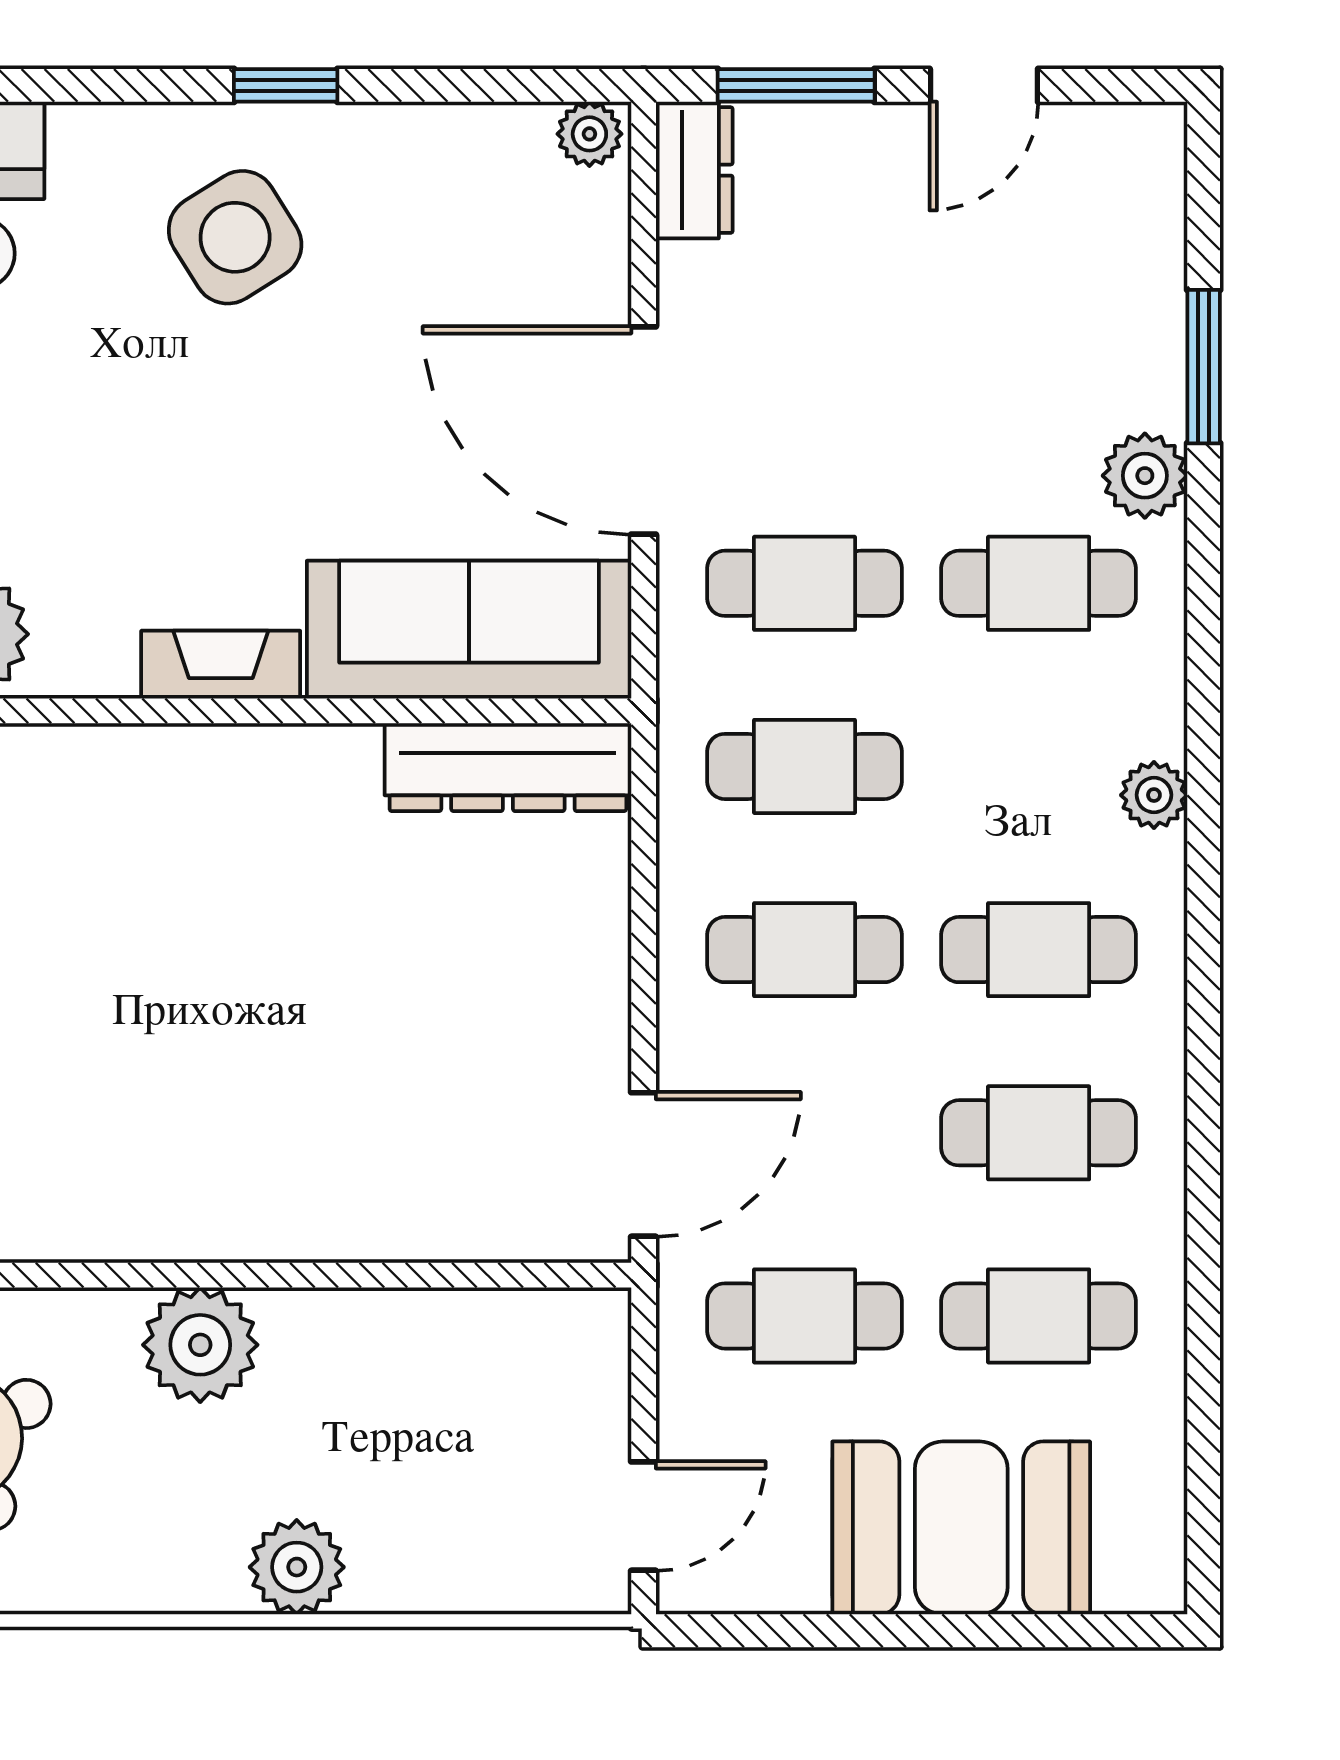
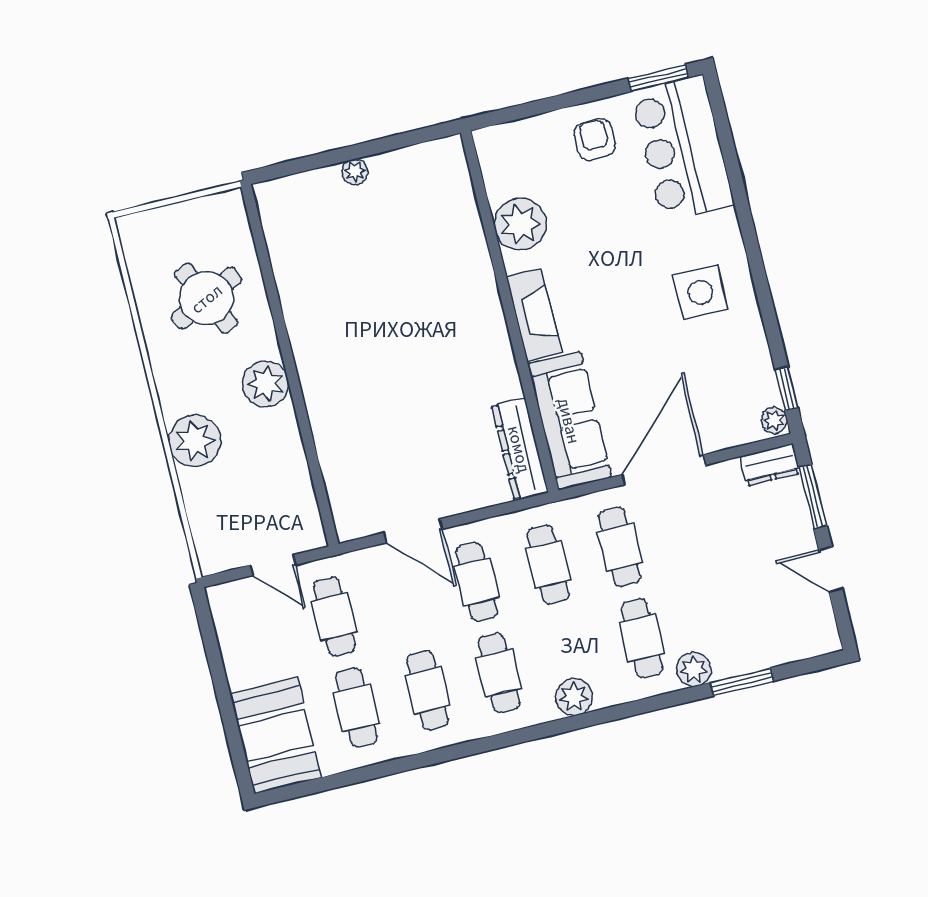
window: (286, 85) -> (787, 389), moved
side table: (235, 237) -> (700, 292), turned 32
fireplace: (221, 665) -> (534, 315), width x1.37, depth x1.32
plant: (1154, 795) -> (574, 697), width x1.38, depth x1.38
door: (644, 1164) -> (413, 531), moved
door: (644, 1516) -> (273, 565), moved
booth: (961, 1528) -> (276, 736), moved
plant: (297, 1567) -> (195, 441), width x1.36, depth x1.36

